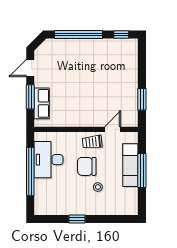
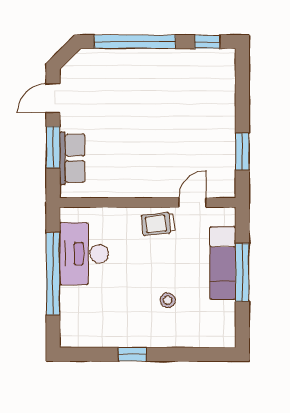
chair: (87, 166) -> (149, 265), removed

